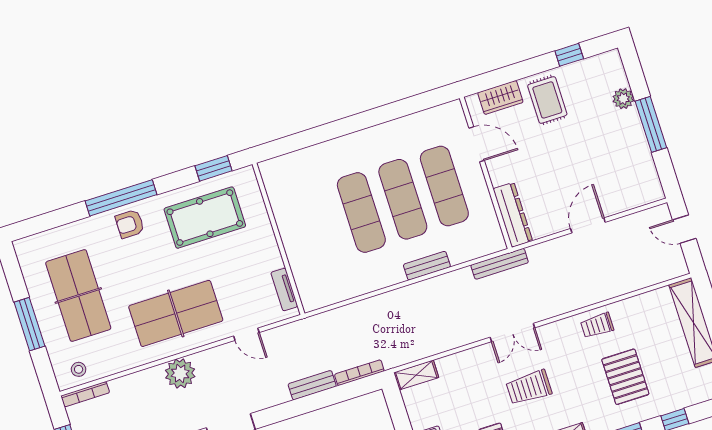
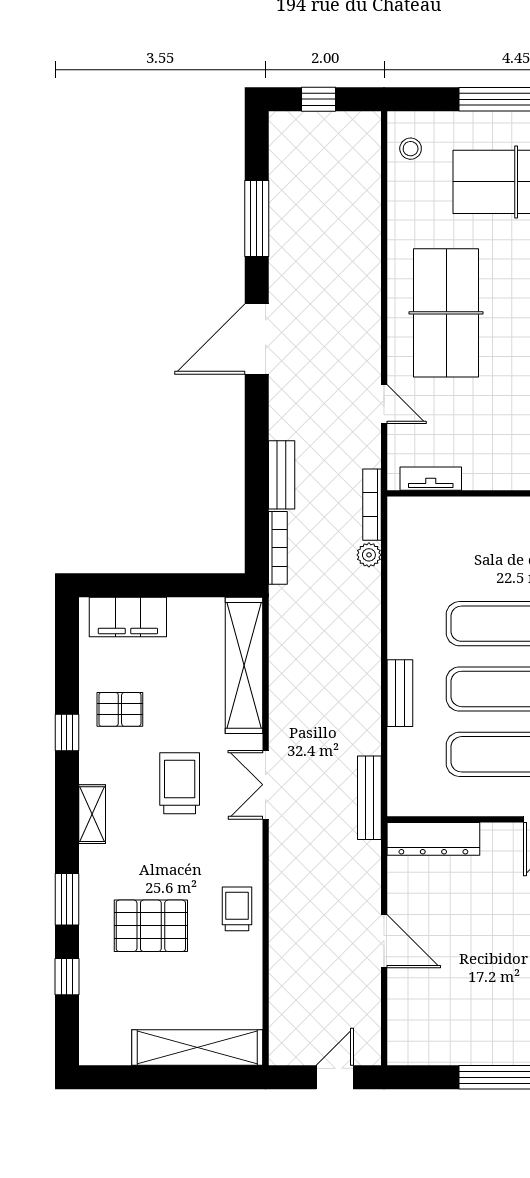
door: (246, 334) -> (384, 404), swing flipped
plant: (180, 373) -> (369, 555), moved, width x0.53, depth x0.53
shelving: (416, 375) -> (244, 665), width x2.20, depth x1.33
bookcase: (85, 394) -> (372, 505), moved

